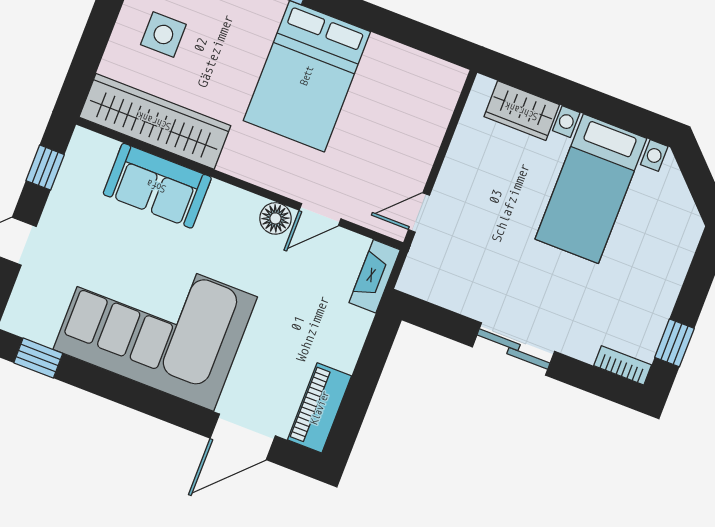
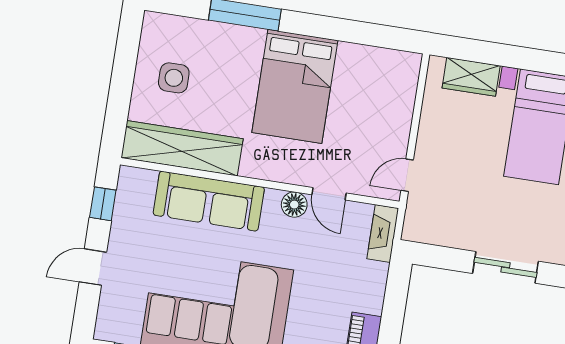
sofa: (157, 186) -> (209, 201), width x1.36
door: (320, 215) -> (329, 194), hinge flipped

